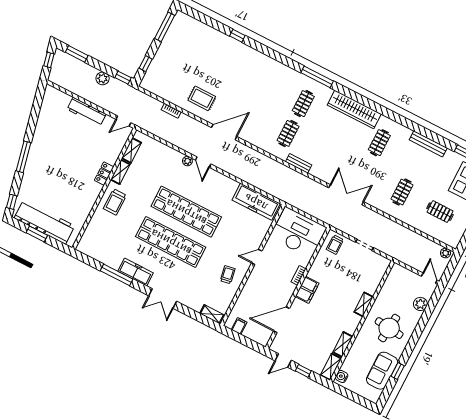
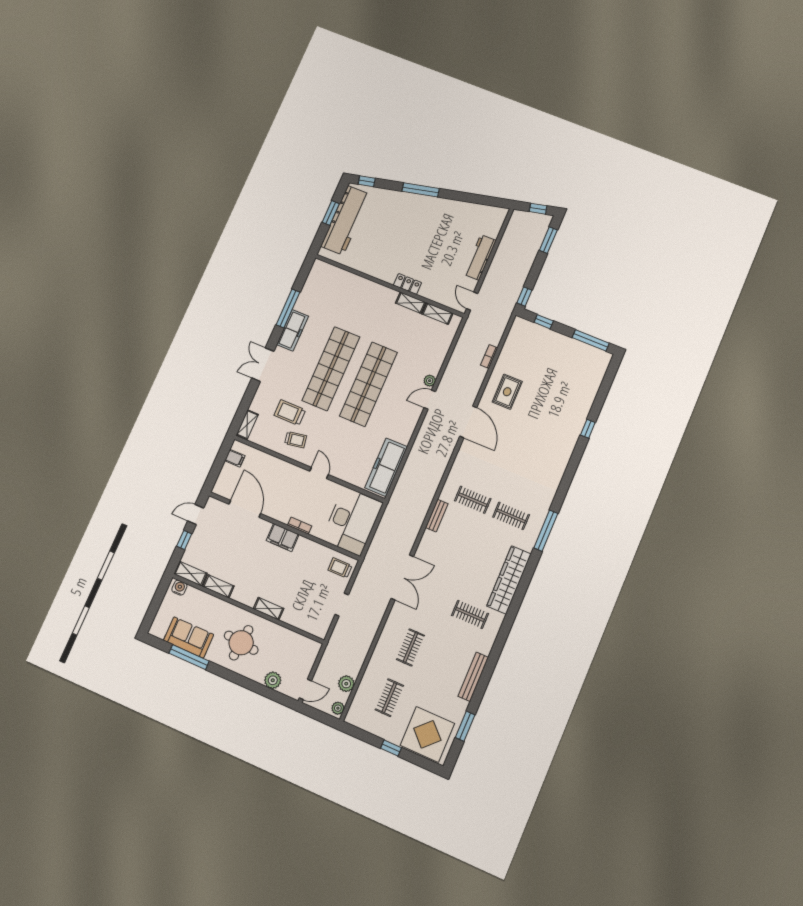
plant: (103, 78) -> (346, 684), moved
clothes rail: (402, 192) -> (410, 647), turned 90
trolley: (115, 202) -> (290, 413), moved
door: (283, 360) -> (196, 514), hinge flipped
window: (398, 371) -> (189, 657), width x2.17

